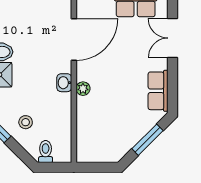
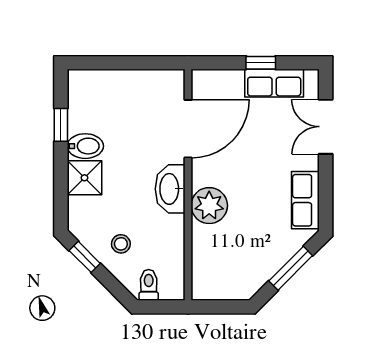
washbasin: (64, 83) -> (170, 189), width x1.91, depth x1.45
plant: (83, 89) -> (209, 206), width x1.88, depth x1.88

